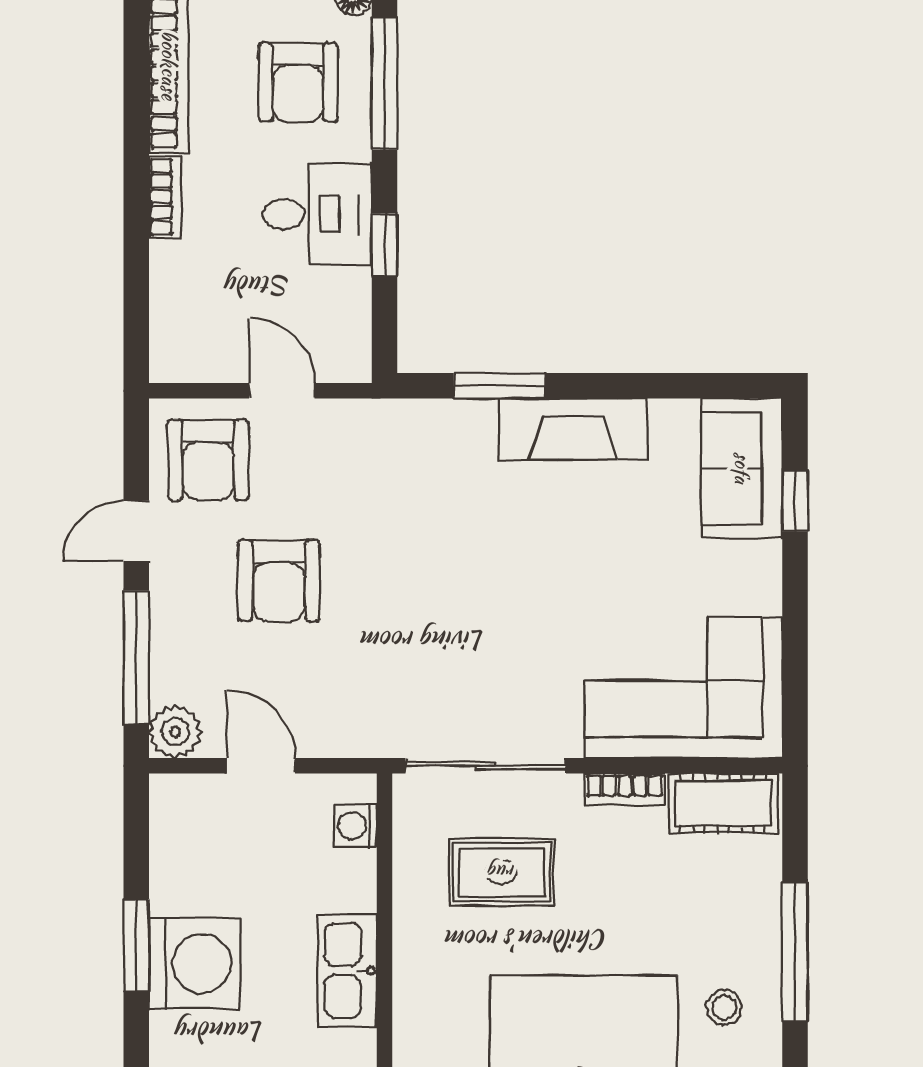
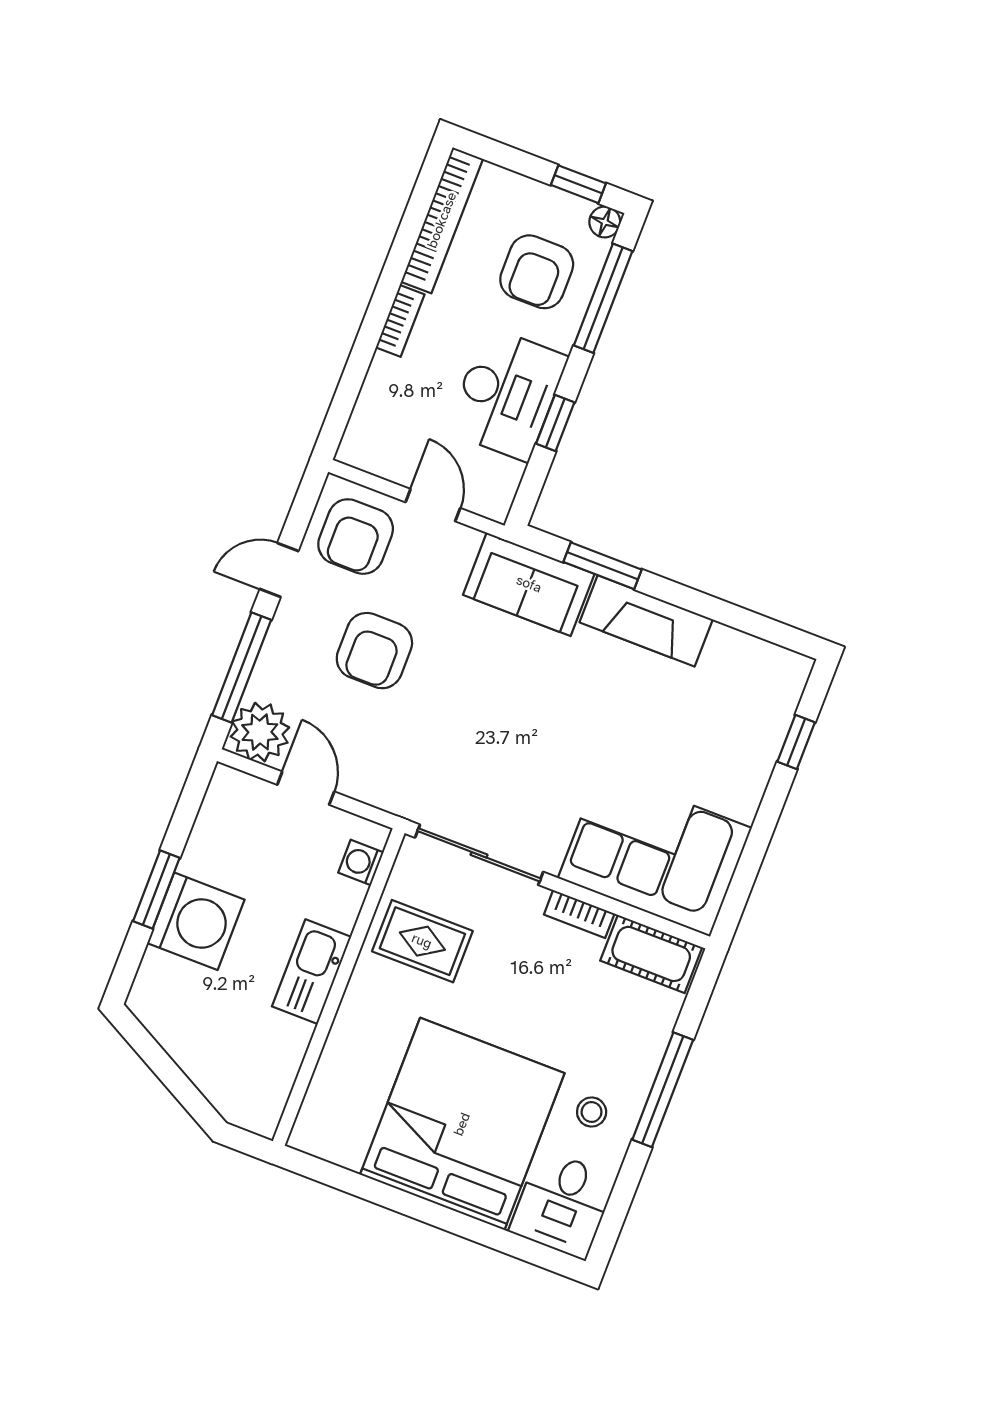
desk: (317, 214) -> (507, 394), width x1.37
sofa: (742, 468) -> (529, 584), moved, turned -90
plant: (175, 732) -> (260, 732), width x1.36, depth x1.36
rug: (502, 872) -> (422, 941), moved

